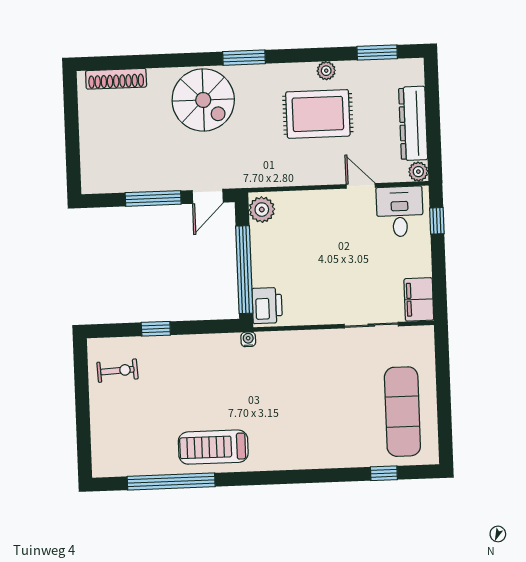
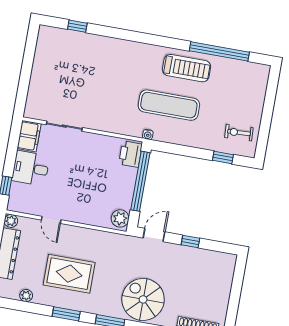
window: (377, 53) -> (66, 314), moved
plant: (326, 71) -> (26, 296), moved
window: (153, 198) -> (190, 241), width x0.46
desk: (400, 212) -> (31, 168), moved, turned 90
window: (156, 329) -> (223, 158), moved
exercise mat: (402, 412) -> (169, 105), moved, turned 90

